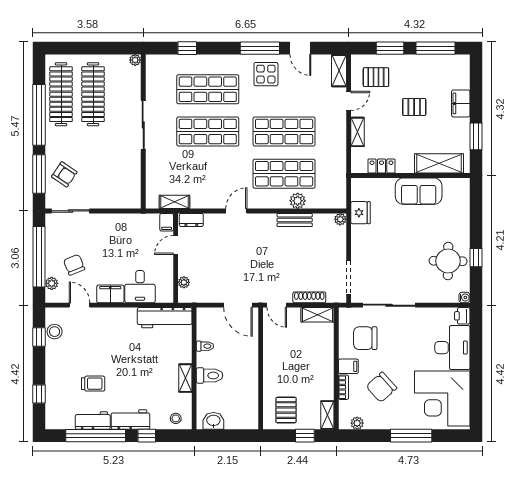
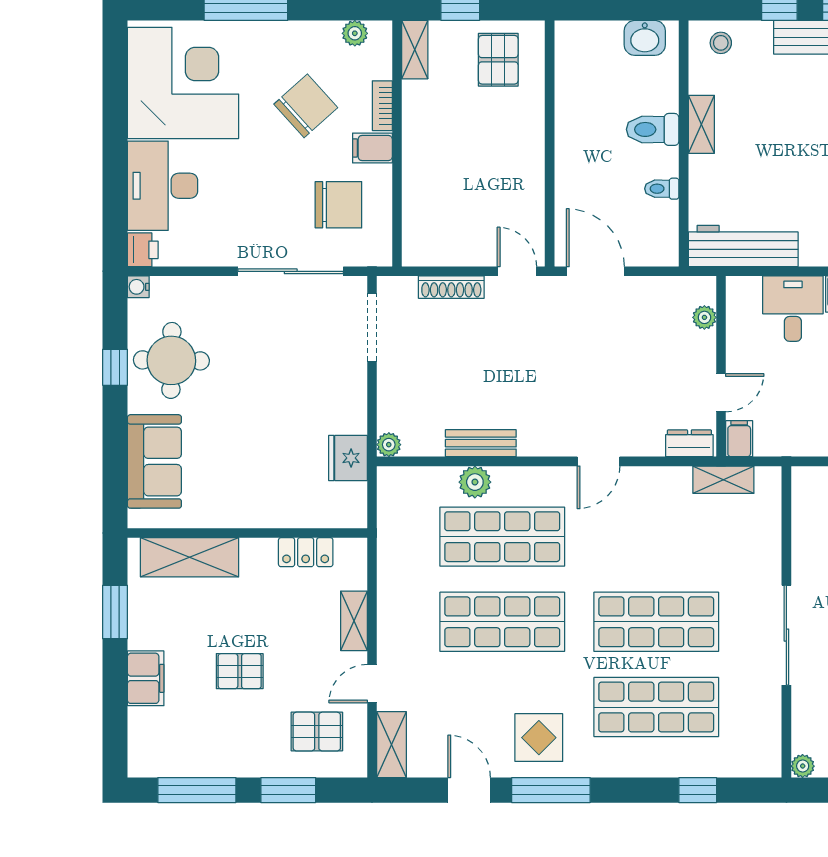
sofa: (419, 191) -> (154, 461), moved, turned 90
shelving: (318, 315) -> (435, 252), removed

